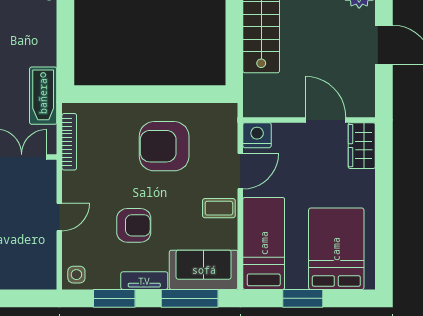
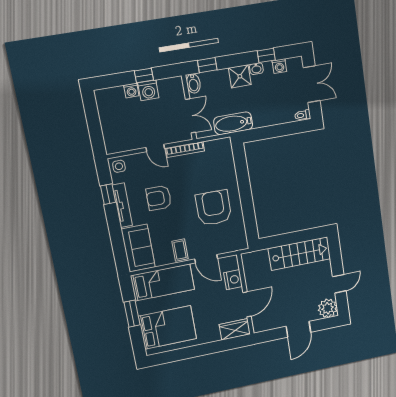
nightstand: (257, 135) -> (233, 280), moved
bookcase: (69, 142) -> (185, 150), moved
armchair: (134, 225) -> (159, 198), turned 90
tv unit: (144, 281) -> (122, 205), width x1.41
window: (114, 298) -> (108, 194), width x0.67
window: (190, 298) -> (118, 243), removed

